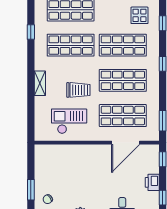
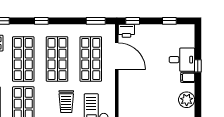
trolley: (78, 90) -> (66, 102), turned 180
printer: (152, 182) -> (126, 31), moved

